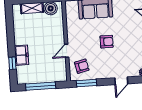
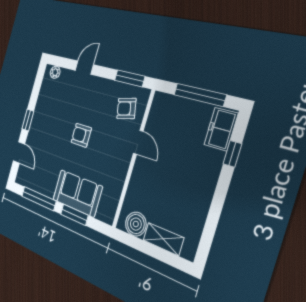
door: (67, 51) -> (138, 142), hinge flipped
freezer: (22, 55) -> (221, 129), moved

